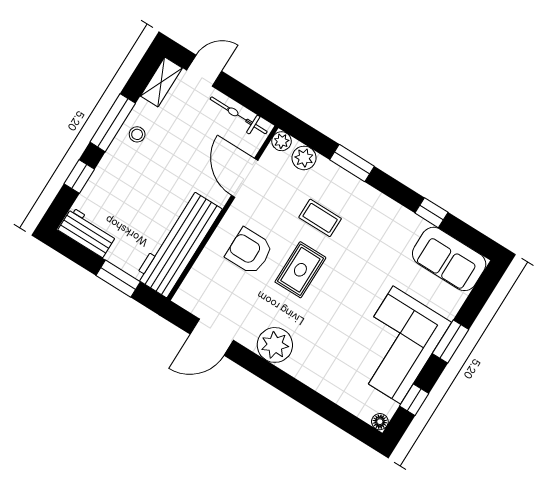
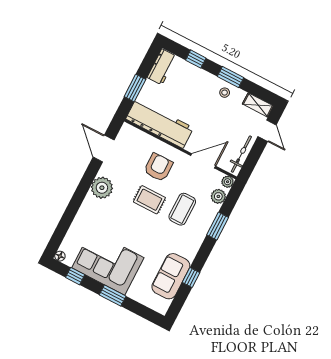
window: (113, 123) -> (231, 77), width x0.69
coffee table: (320, 218) -> (182, 209), width x1.36, depth x1.30
sofa: (449, 259) -> (171, 276), moved

